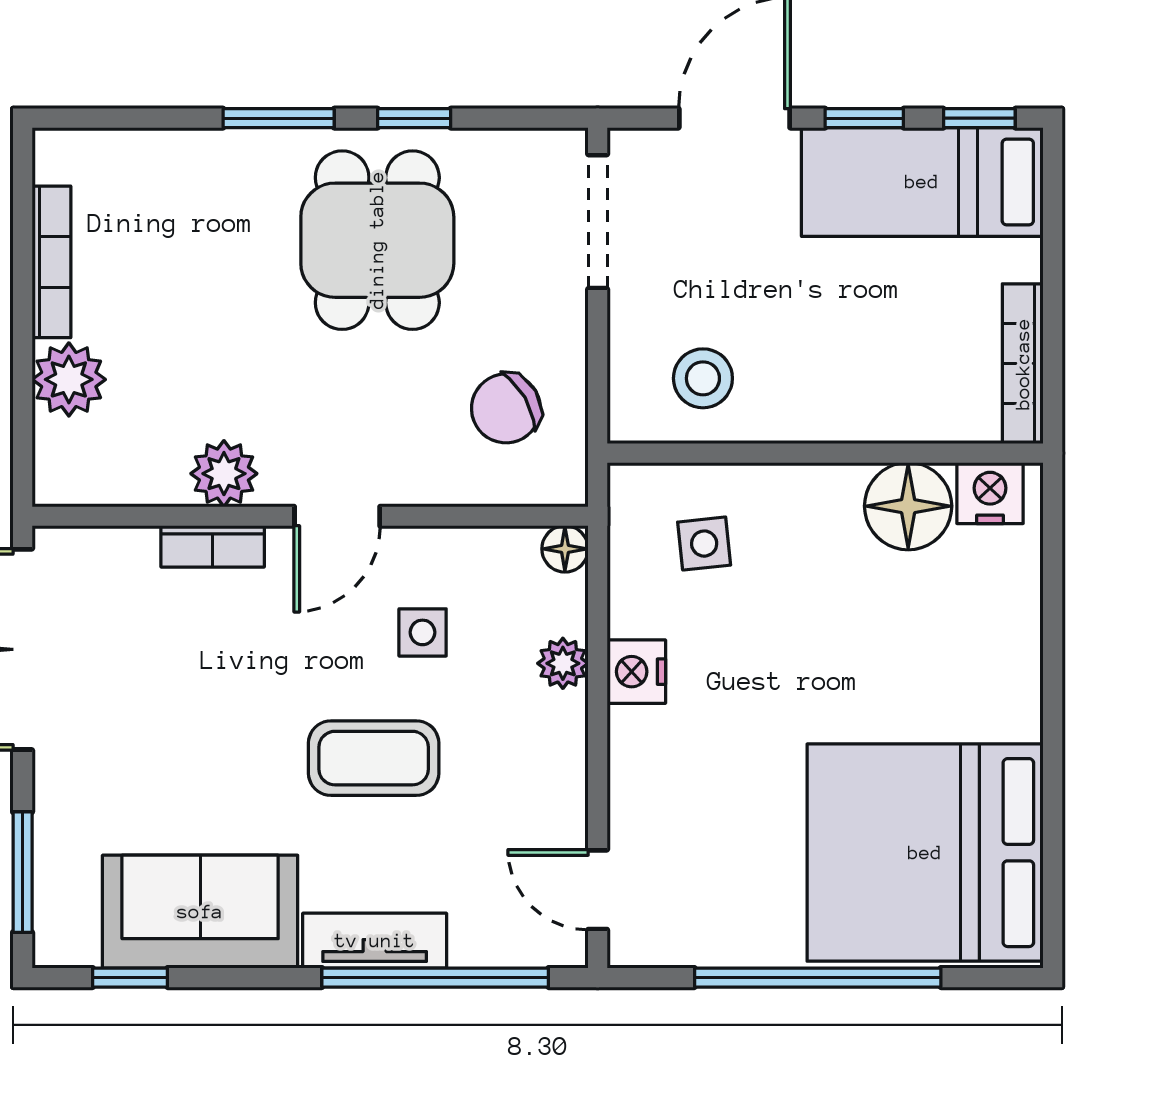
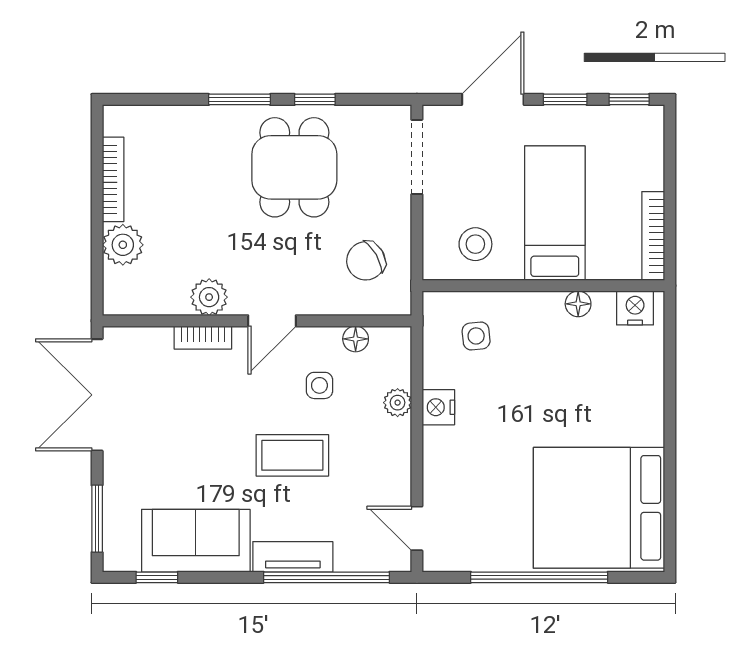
bed: (922, 182) -> (555, 213), moved, turned 90
floor lamp: (908, 506) -> (578, 304), width x0.53, depth x0.53
floor lamp: (565, 549) -> (356, 339), moved

